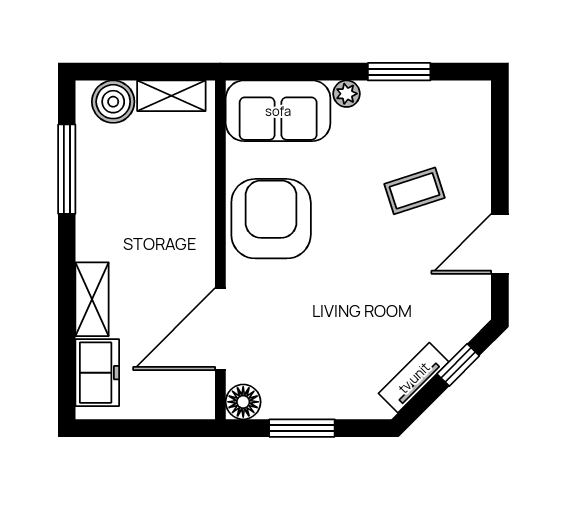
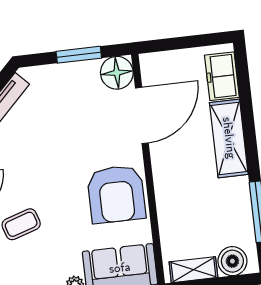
shelving: (92, 299) -> (229, 138), width x1.50, depth x1.33
floor lamp: (243, 402) -> (117, 73), width x1.38, depth x1.38

